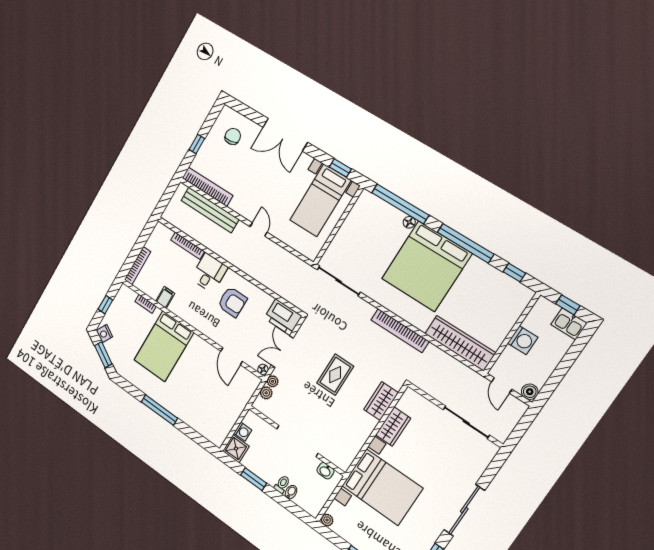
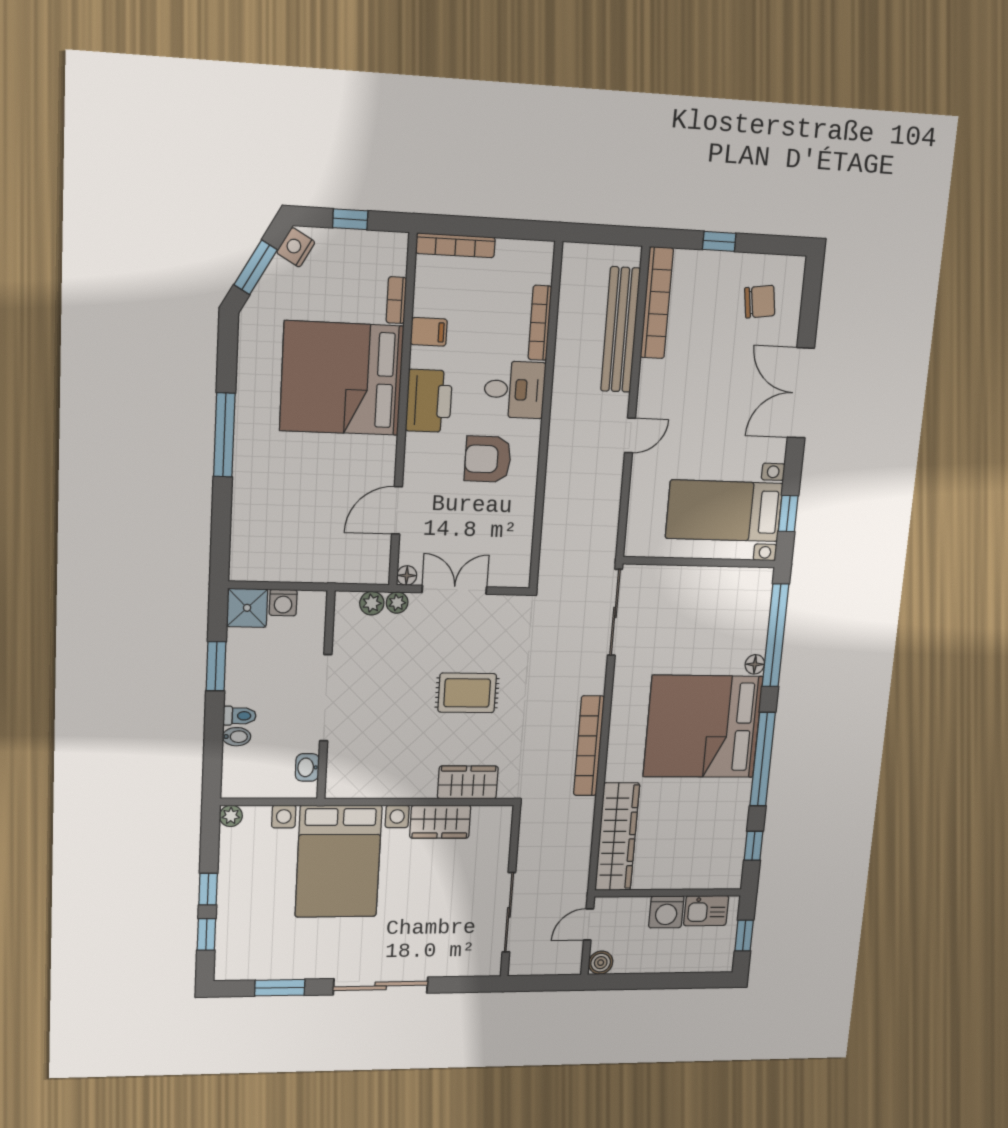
armchair: (232, 302) -> (488, 459), turned 90
printer: (283, 317) -> (429, 401), moved, turned 180
kitchen sink: (569, 324) -> (706, 911), moved, turned -90
bed: (164, 346) -> (342, 378), width x1.36

